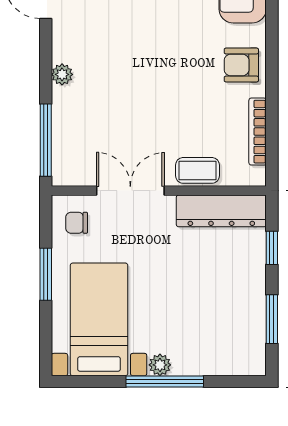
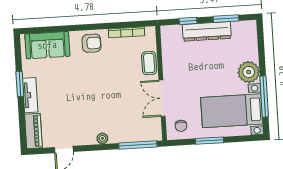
armchair: (241, 65) -> (92, 43), turned -90
dresser: (221, 211) -> (207, 31), moved, turned 90
plant: (160, 365) -> (249, 72), width x1.88, depth x1.88
window: (165, 381) -> (264, 97), moved

